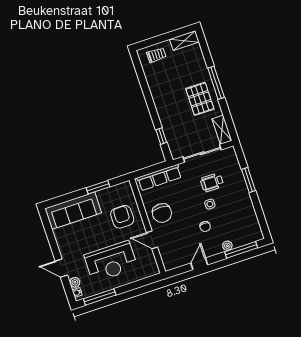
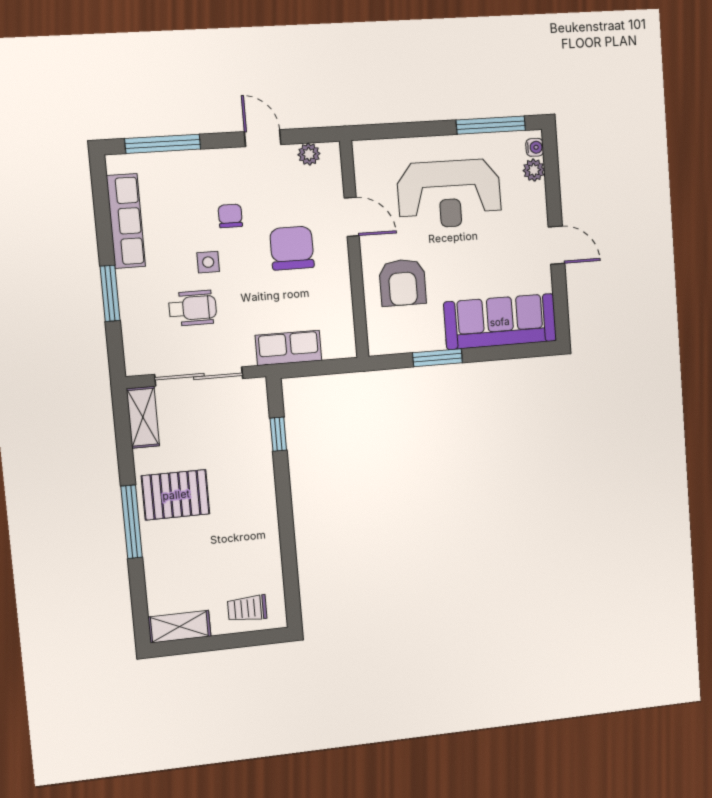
pallet: (200, 99) -> (176, 495), turned 90
row of seats: (159, 178) -> (289, 348), width x0.68
chair: (162, 213) -> (292, 248), moved
row of seats: (249, 213) -> (126, 221), added
plant: (227, 246) -> (309, 154), moved
reception desk: (111, 262) -> (449, 194), turned 180
door: (199, 264) -> (263, 138), swing flipped
door: (61, 268) -> (557, 245), moved

